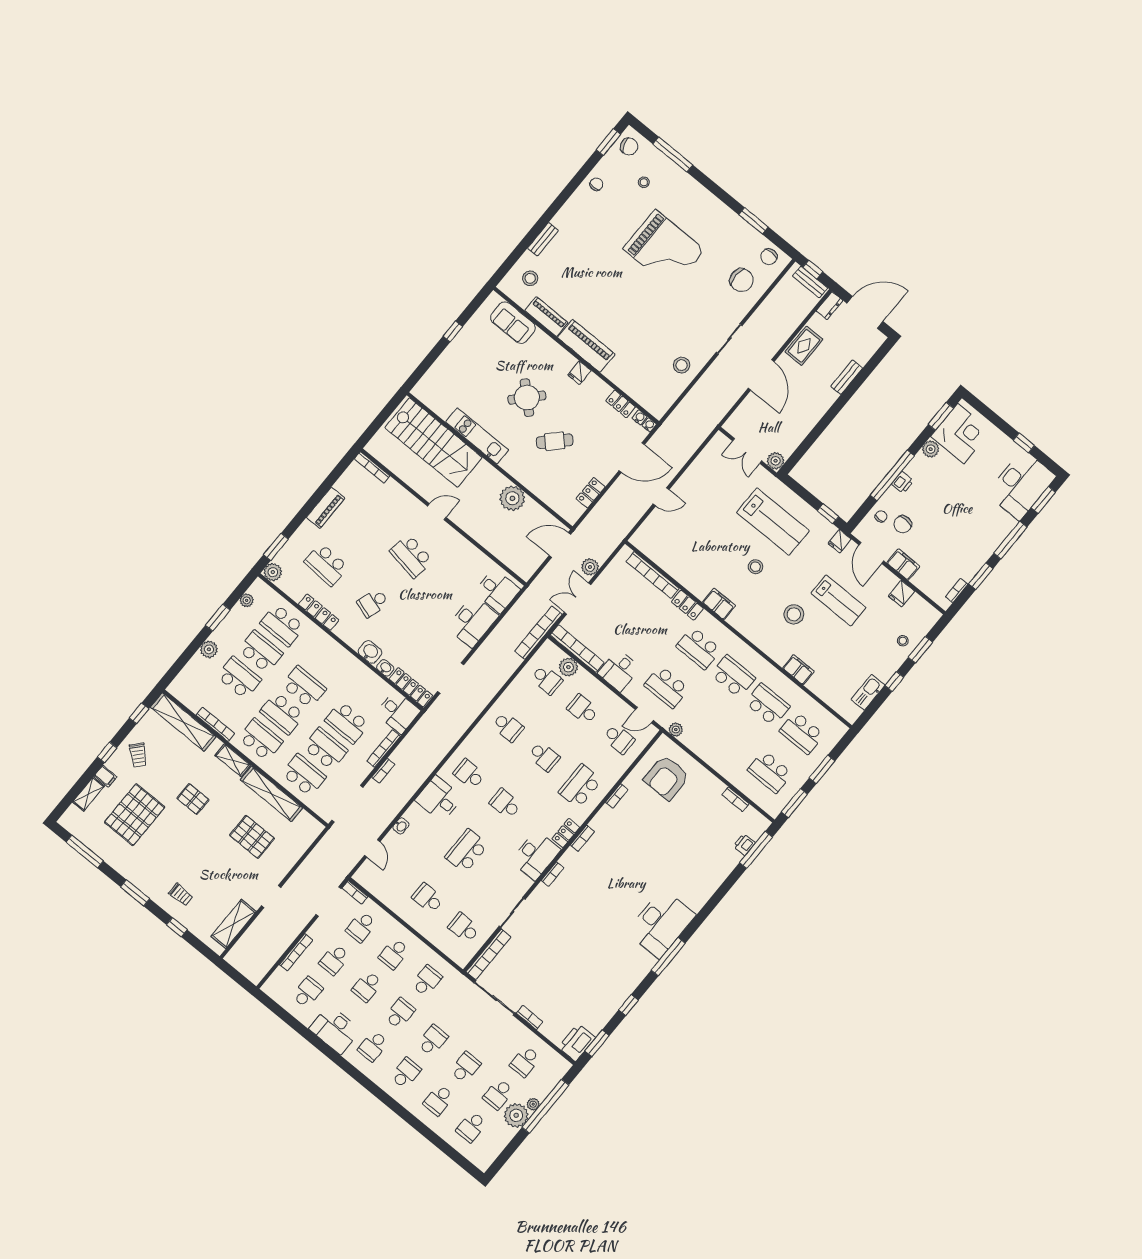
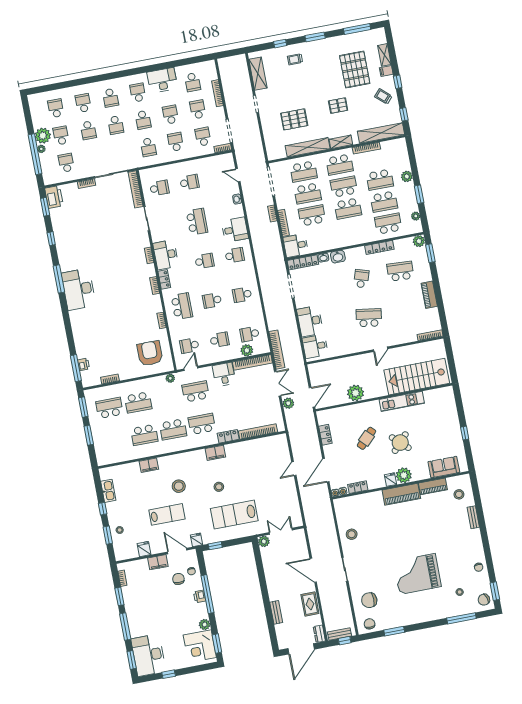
plant: (562, 362) -> (404, 475), added
lab bench: (838, 600) -> (167, 514), turned 180
school desk: (802, 733) -> (138, 402), moved, turned 180

